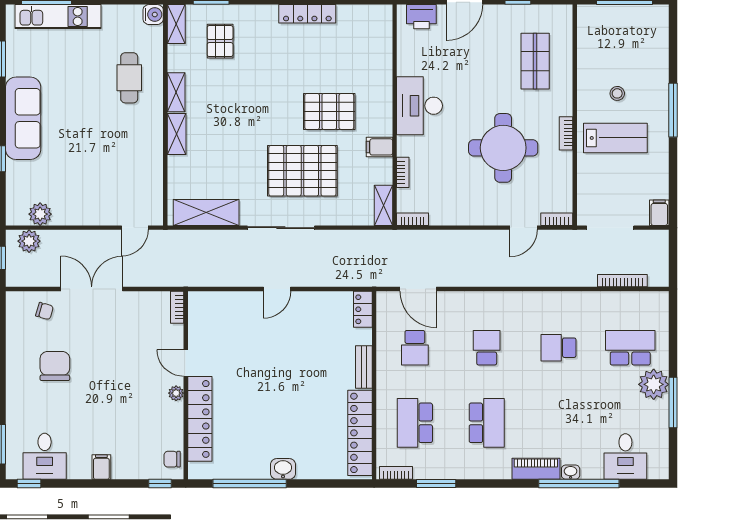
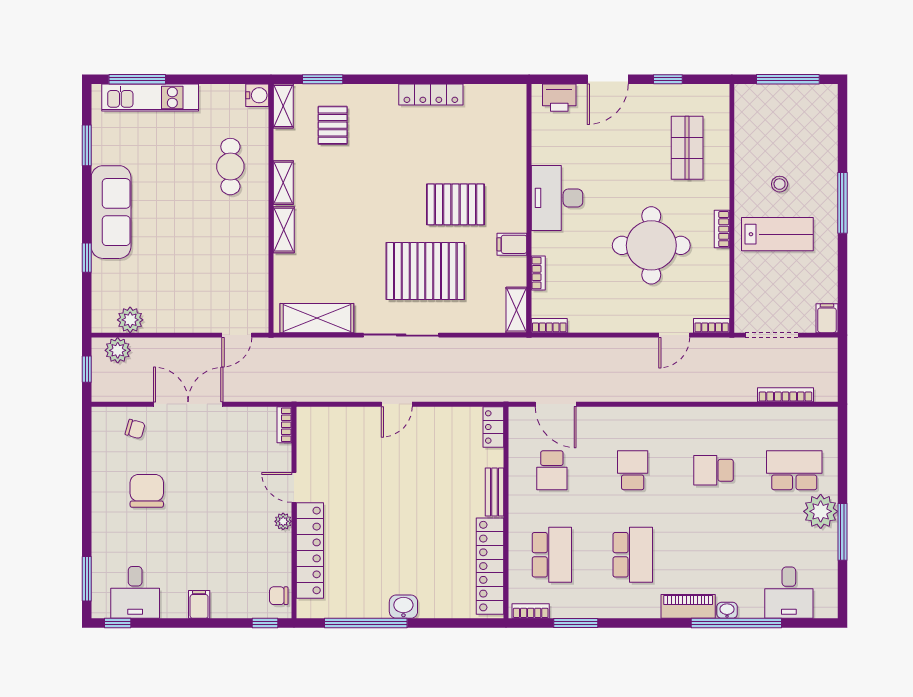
school desk: (415, 423) -> (552, 555), turned 180

